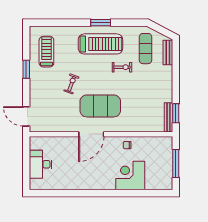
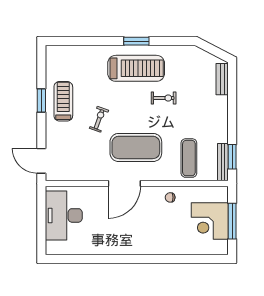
exercise mat: (145, 49) -> (189, 158), moved
treadmill: (46, 52) -> (63, 101), moved
desk: (40, 164) -> (64, 215), width x1.36, depth x1.30
corner desk: (130, 176) -> (210, 221), moved, turned -90

